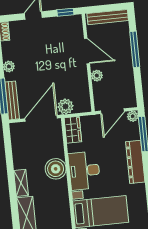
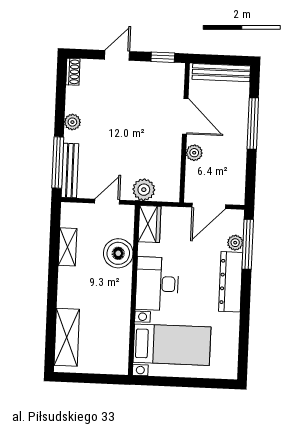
plant: (133, 116) -> (235, 243), moved
door: (41, 118) -> (107, 202), width x0.53
boiler: (56, 169) -> (118, 253), moved
shelving: (21, 183) -> (68, 247), moved

